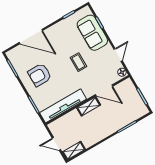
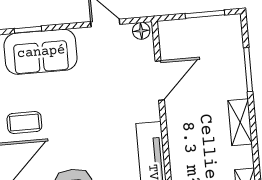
coffee table: (78, 62) -> (24, 122), moved
shelving: (89, 106) -> (240, 122), moved

